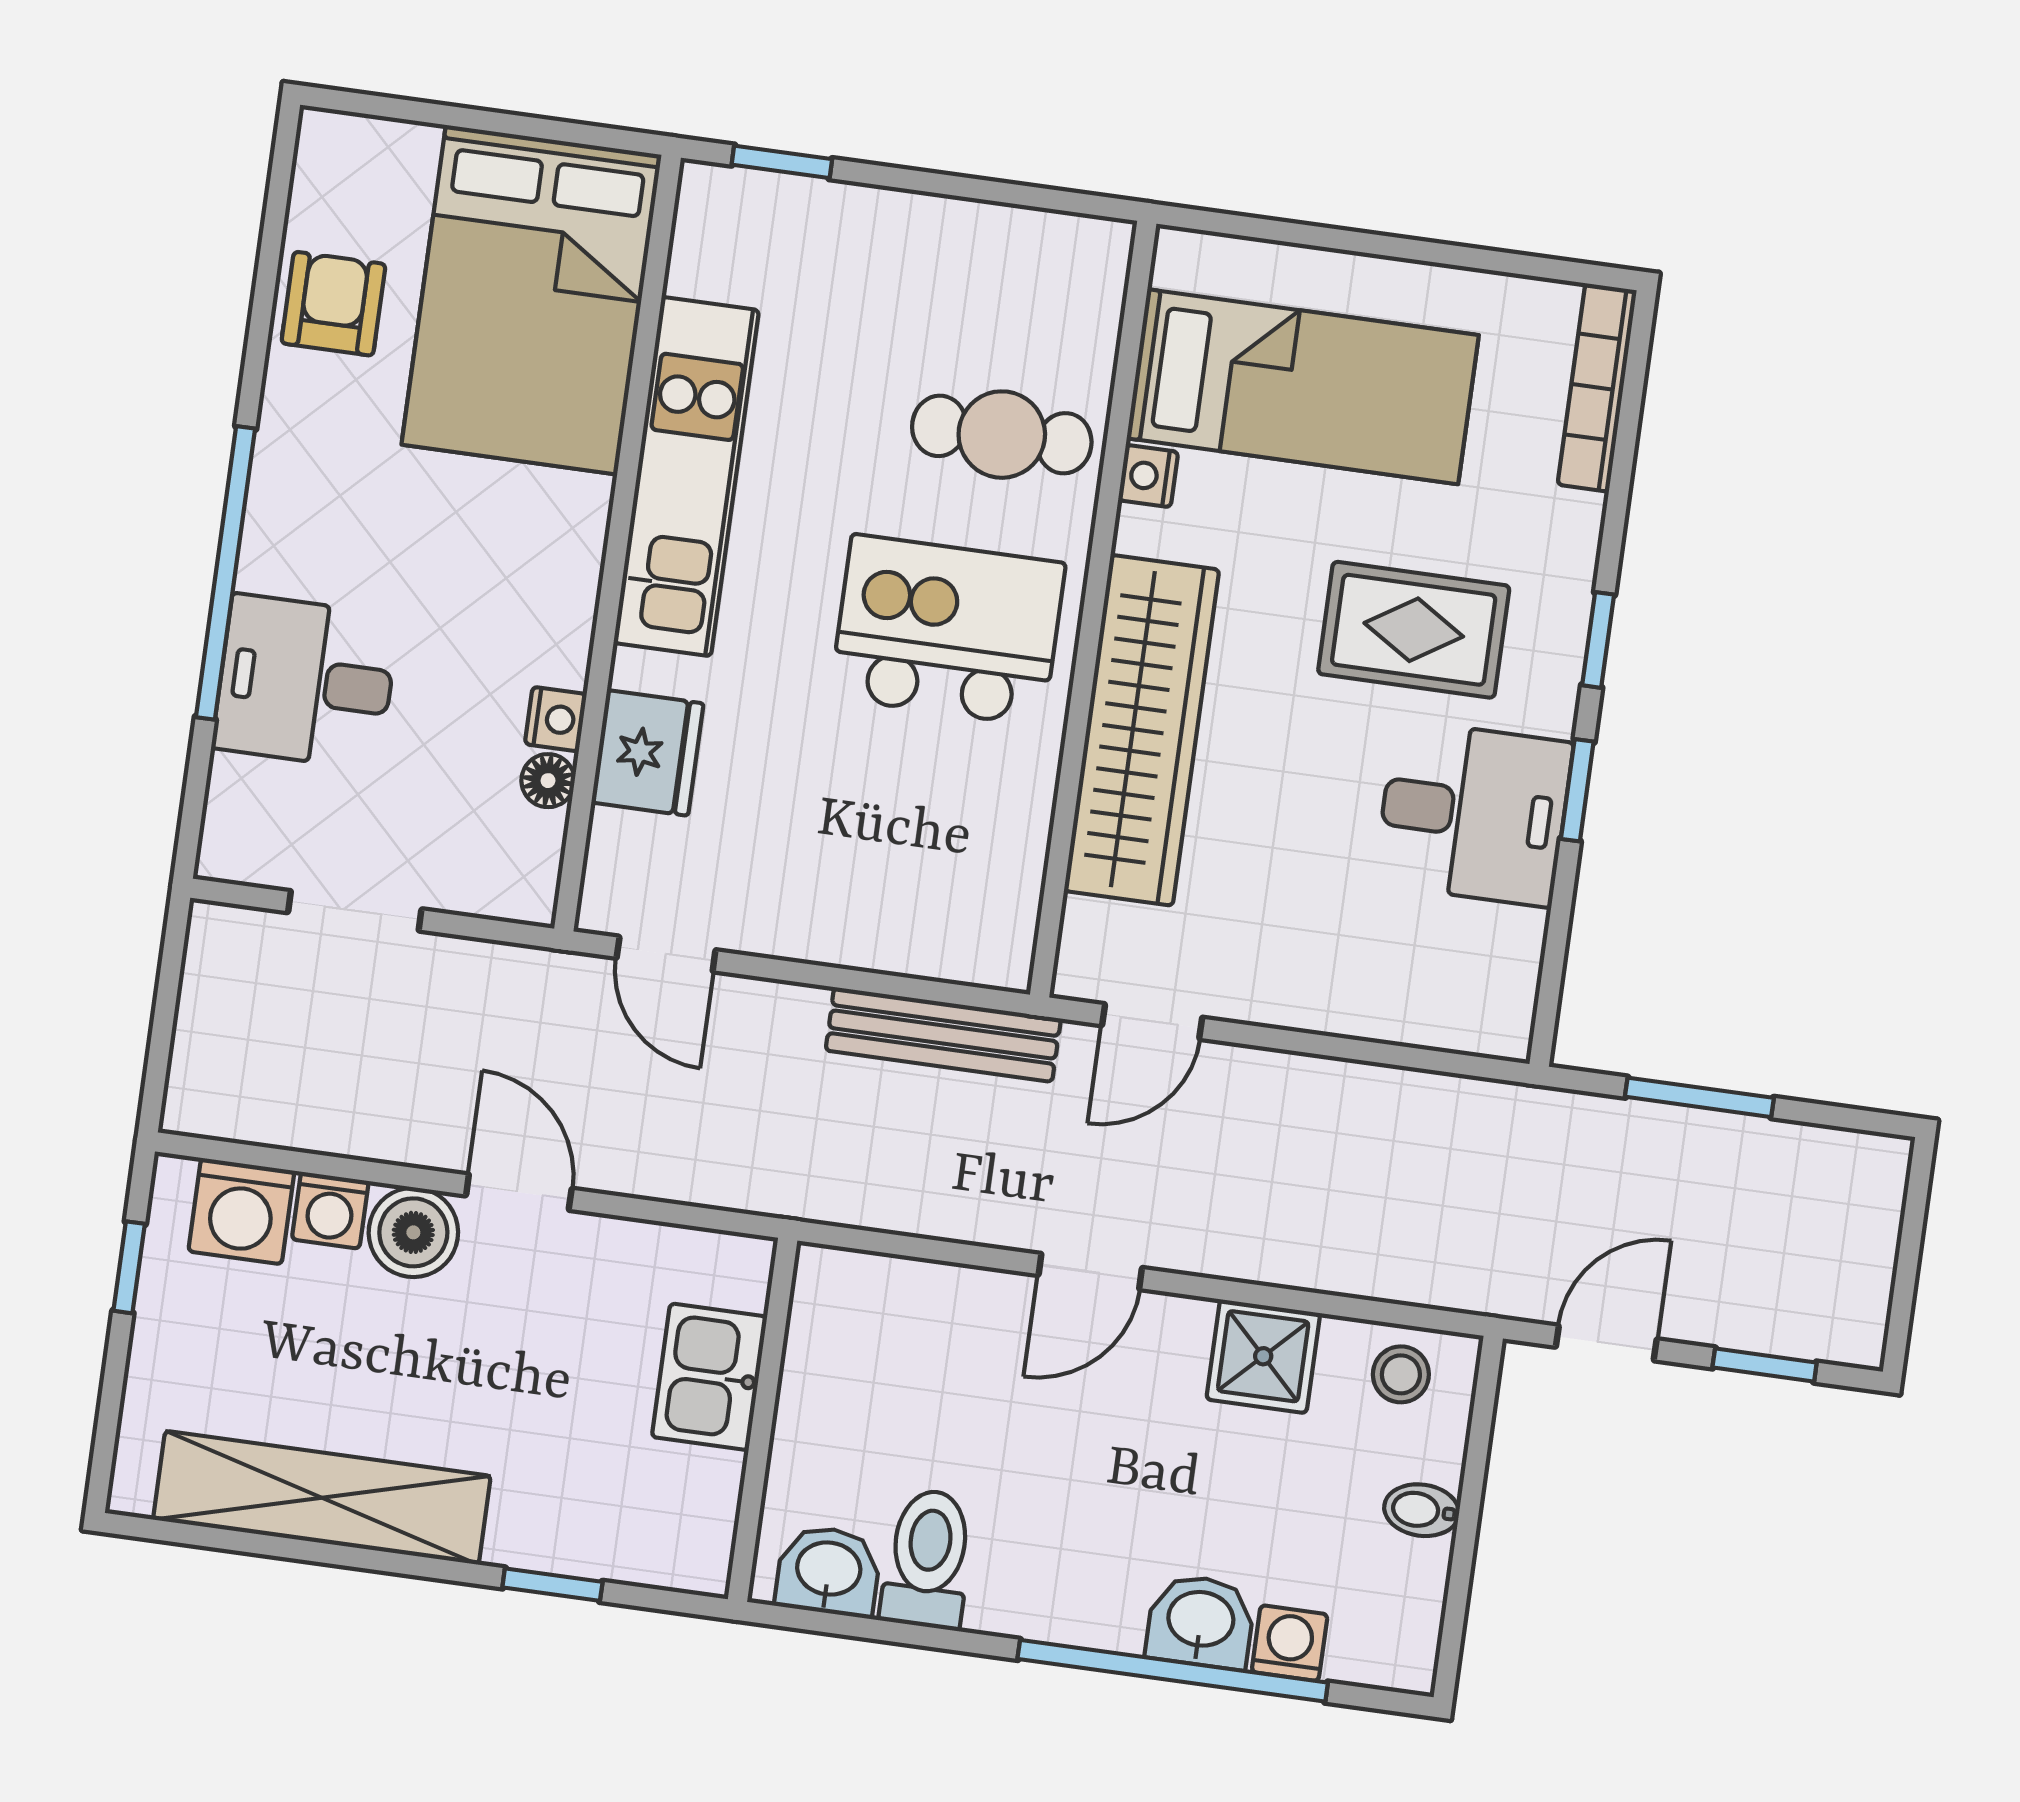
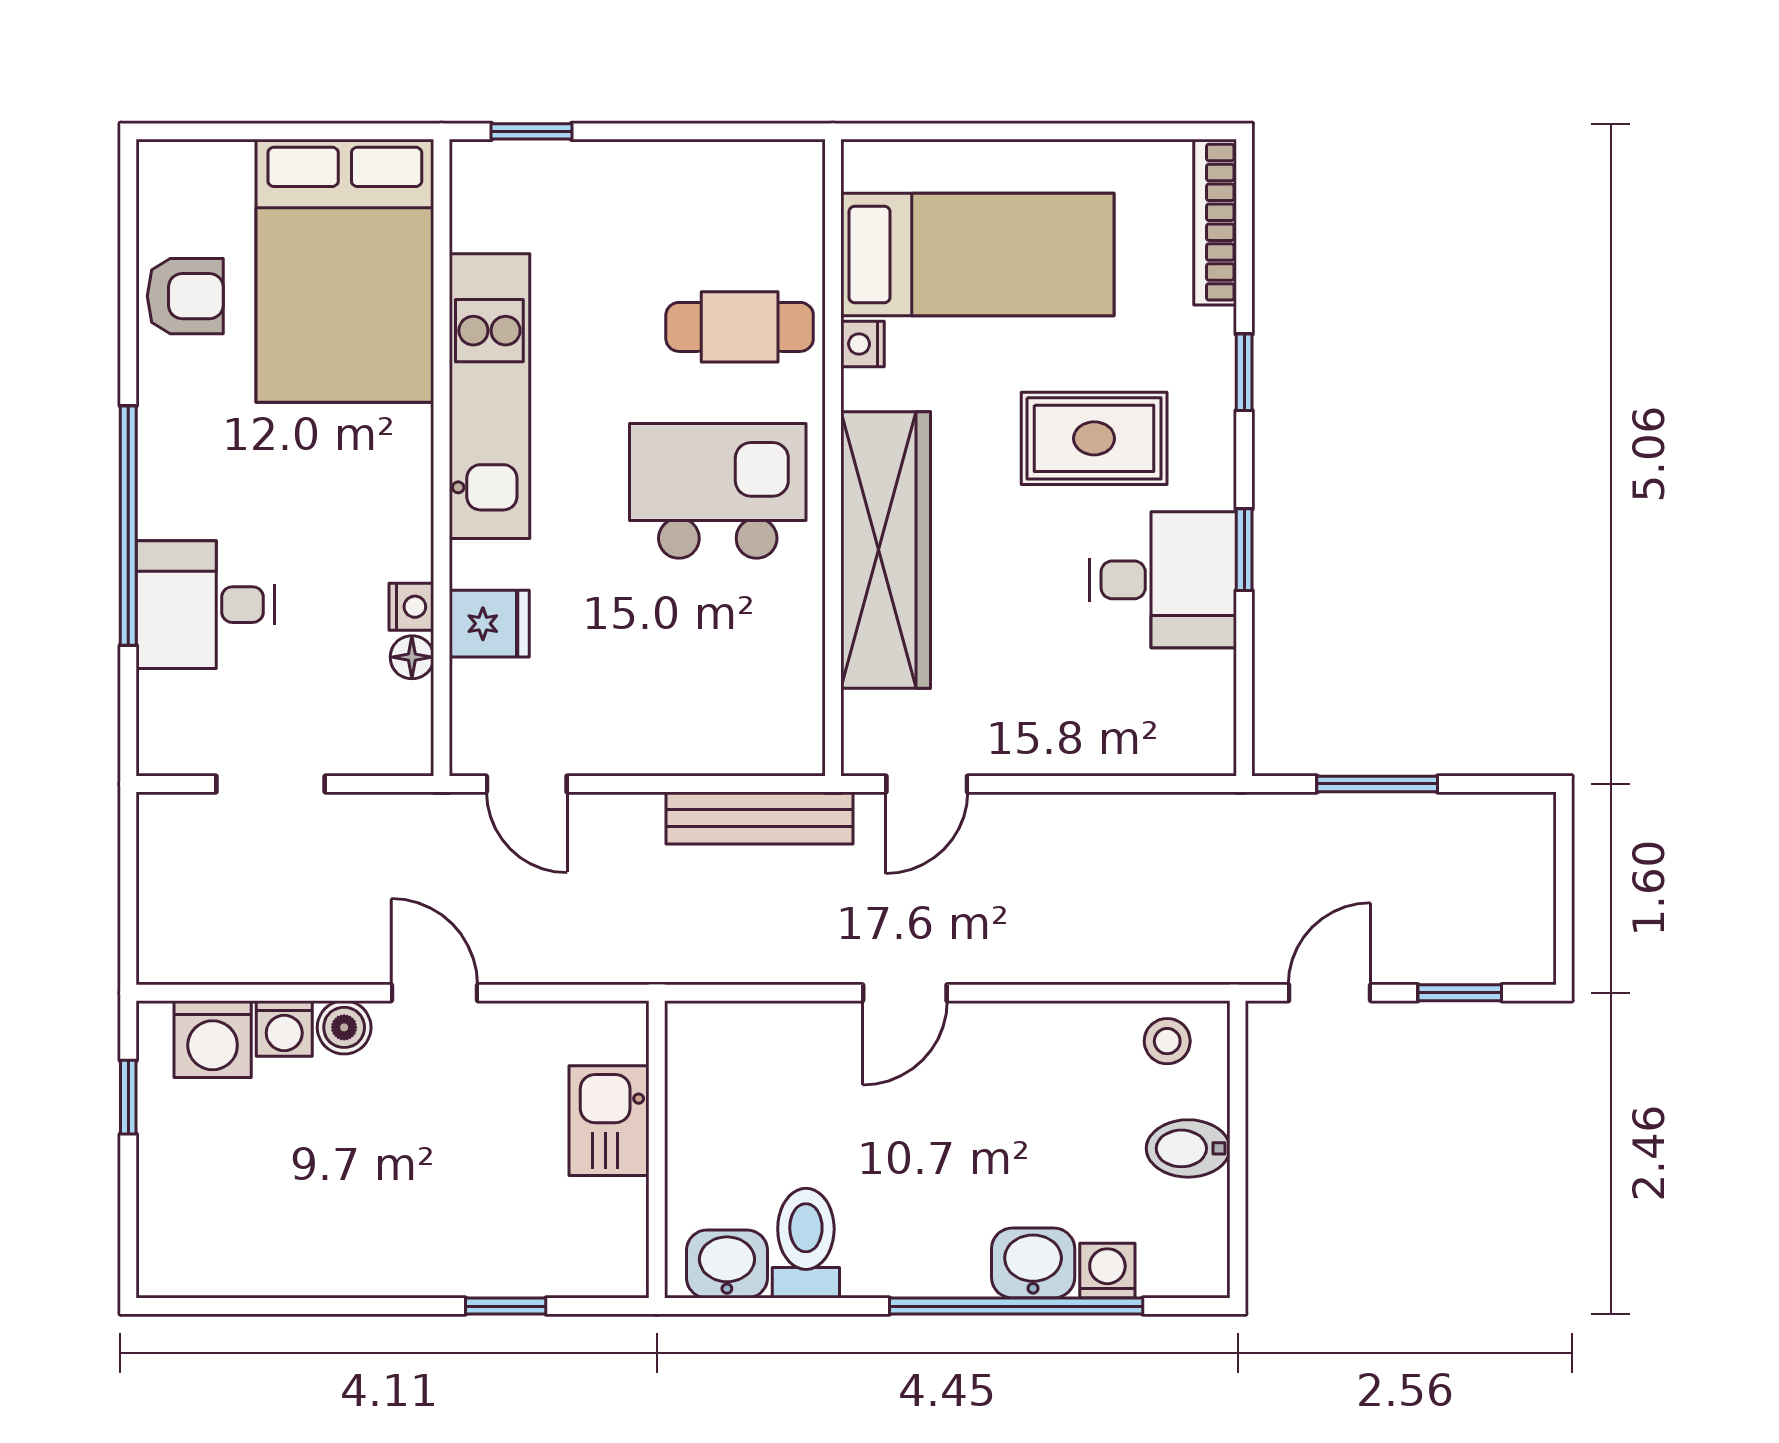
armchair: (333, 304) -> (185, 296), turned 90
window: (1598, 640) -> (1244, 372), moved
fridge: (648, 753) -> (489, 624), width x0.72
boiler: (413, 1232) -> (344, 1027), width x0.73, depth x0.73
shower: (1263, 1356) -> (1054, 1042), removed
shelving: (322, 1498) -> (310, 1262), removed
bidet: (1422, 1510) -> (1188, 1148), width x1.38, depth x1.36

